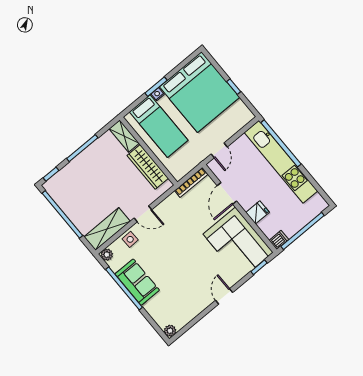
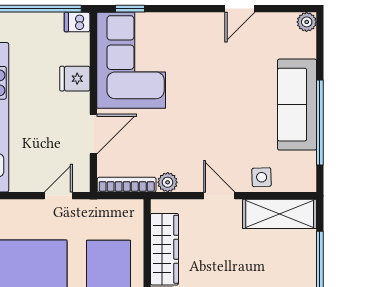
plant: (107, 255) -> (168, 182), moved
sofa: (137, 282) -> (297, 105), width x1.36
door: (224, 296) -> (240, 9), moved

